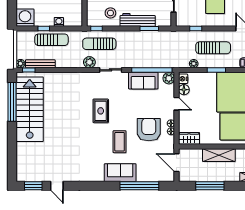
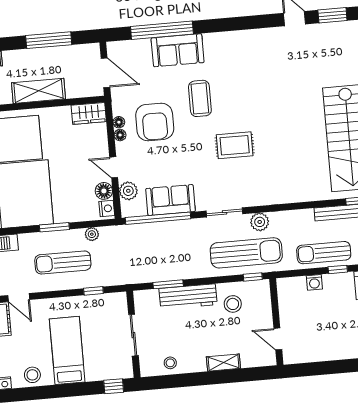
sun lounger: (99, 44) -> (246, 253), width x1.36, depth x1.34
plant: (169, 78) -> (128, 191), moved
rug: (101, 111) -> (235, 145), turned 90
sofa: (120, 173) -> (178, 50), moved

